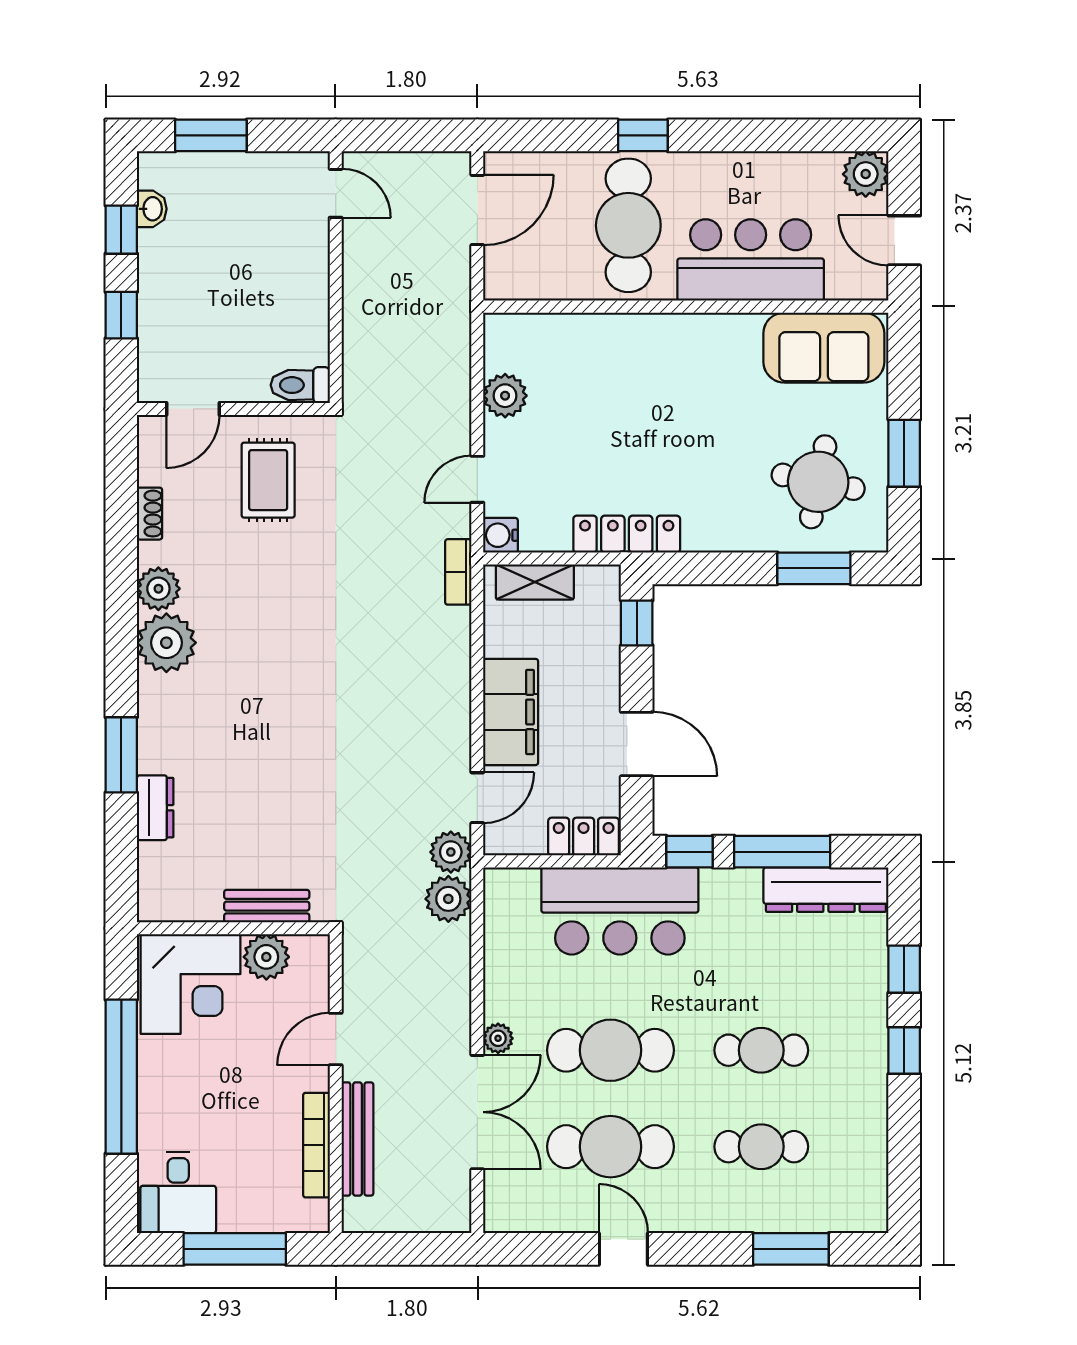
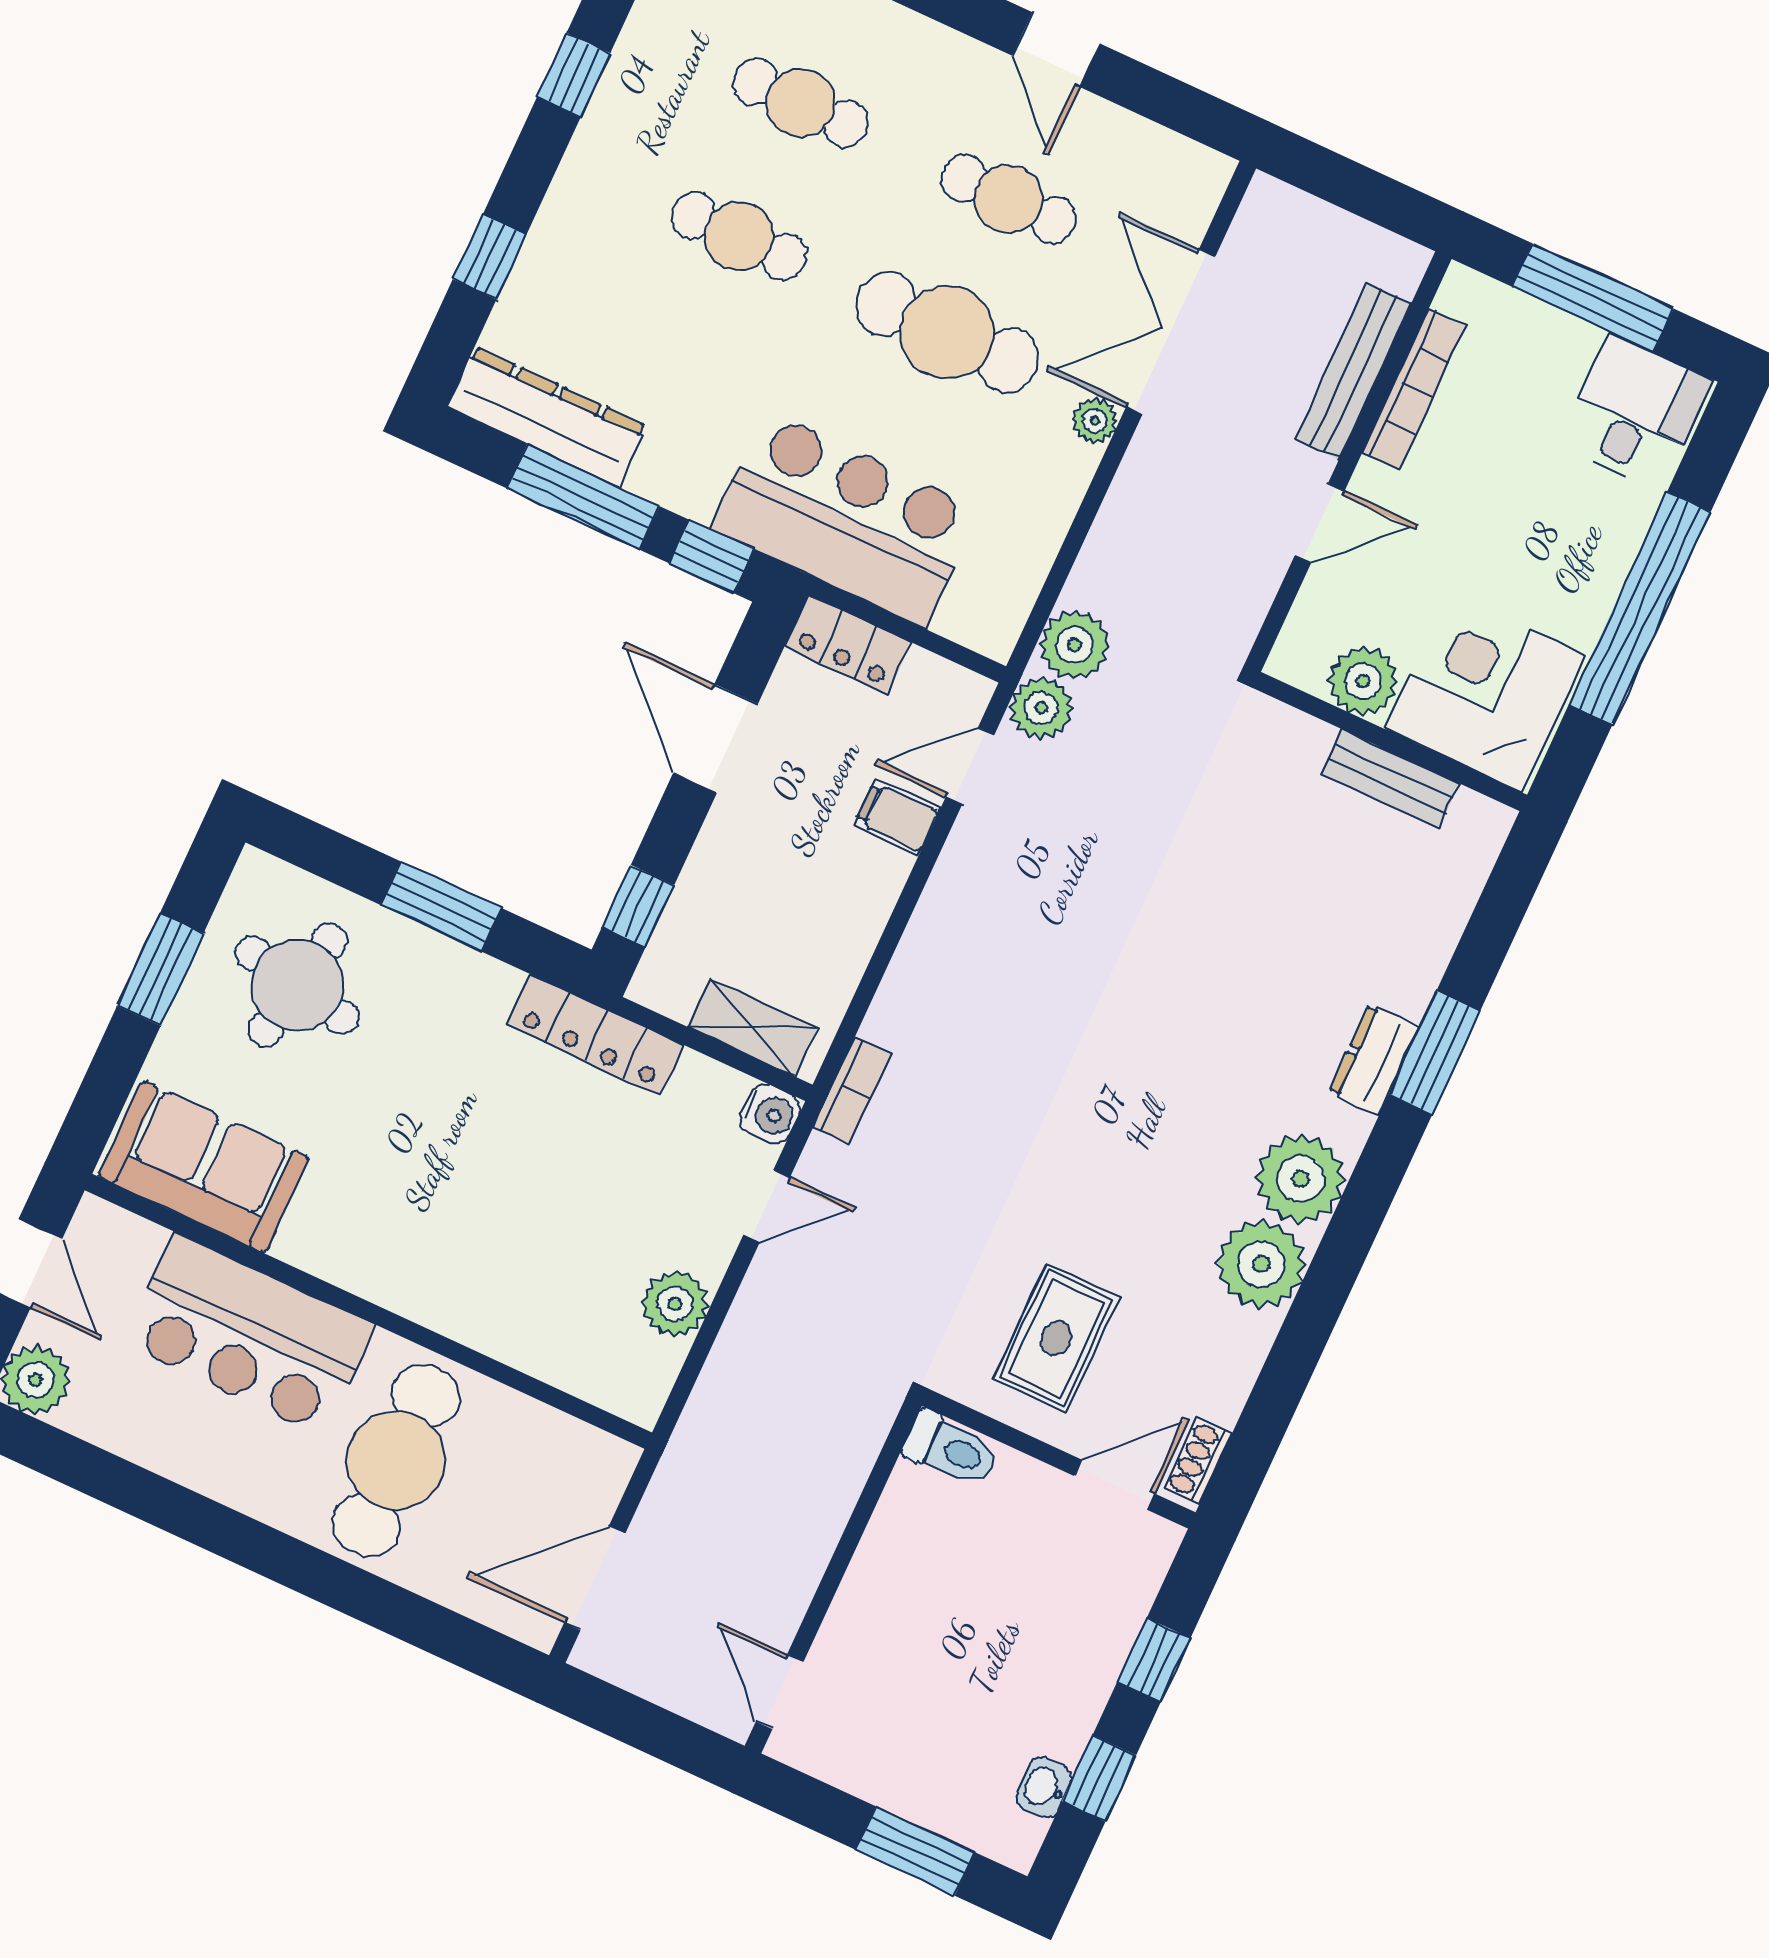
window: (643, 135) -> (319, 1575), removed
shoe rack: (150, 514) -> (1198, 1461), moved
window: (814, 568) -> (441, 906), moved
plant: (158, 589) -> (1261, 1264), width x1.36, depth x1.36
filing cabinet: (511, 712) -> (897, 817), width x0.33, depth x0.86
dresser: (155, 808) -> (1374, 1060), moved
bench: (267, 906) -> (1390, 779), moved
window: (904, 1050) -> (574, 75), moved
cafe table: (611, 1147) -> (1009, 199), width x0.73, depth x0.74

